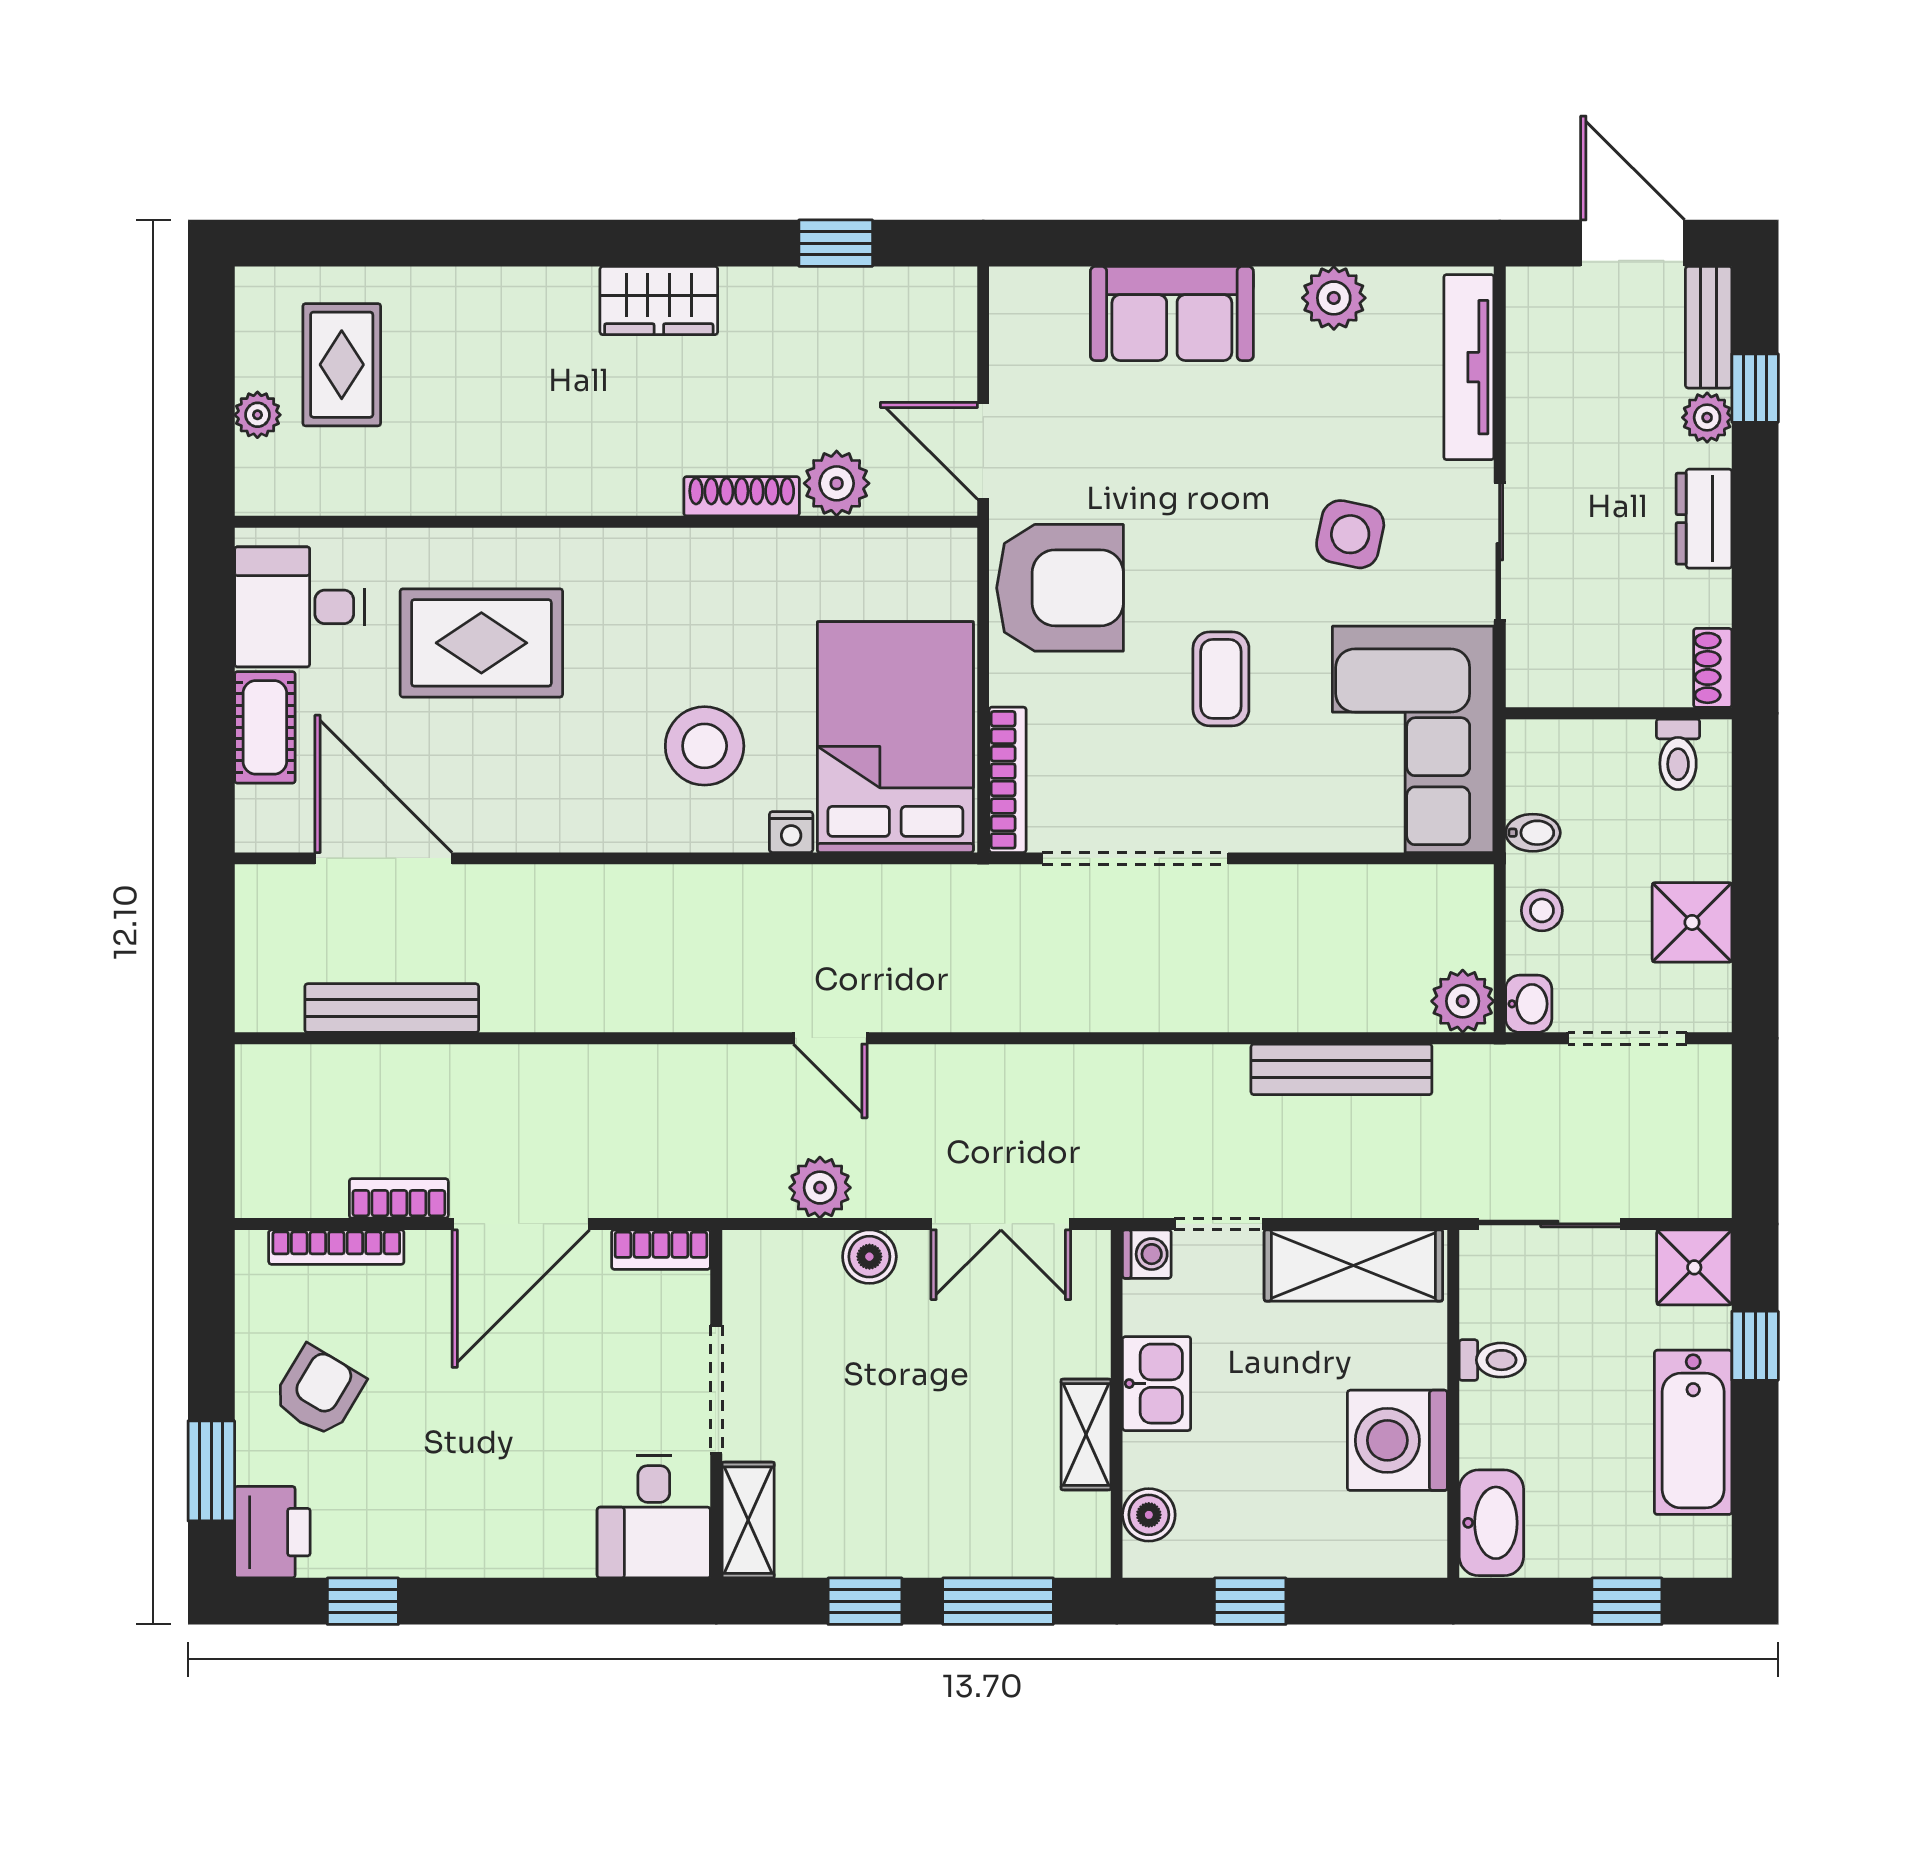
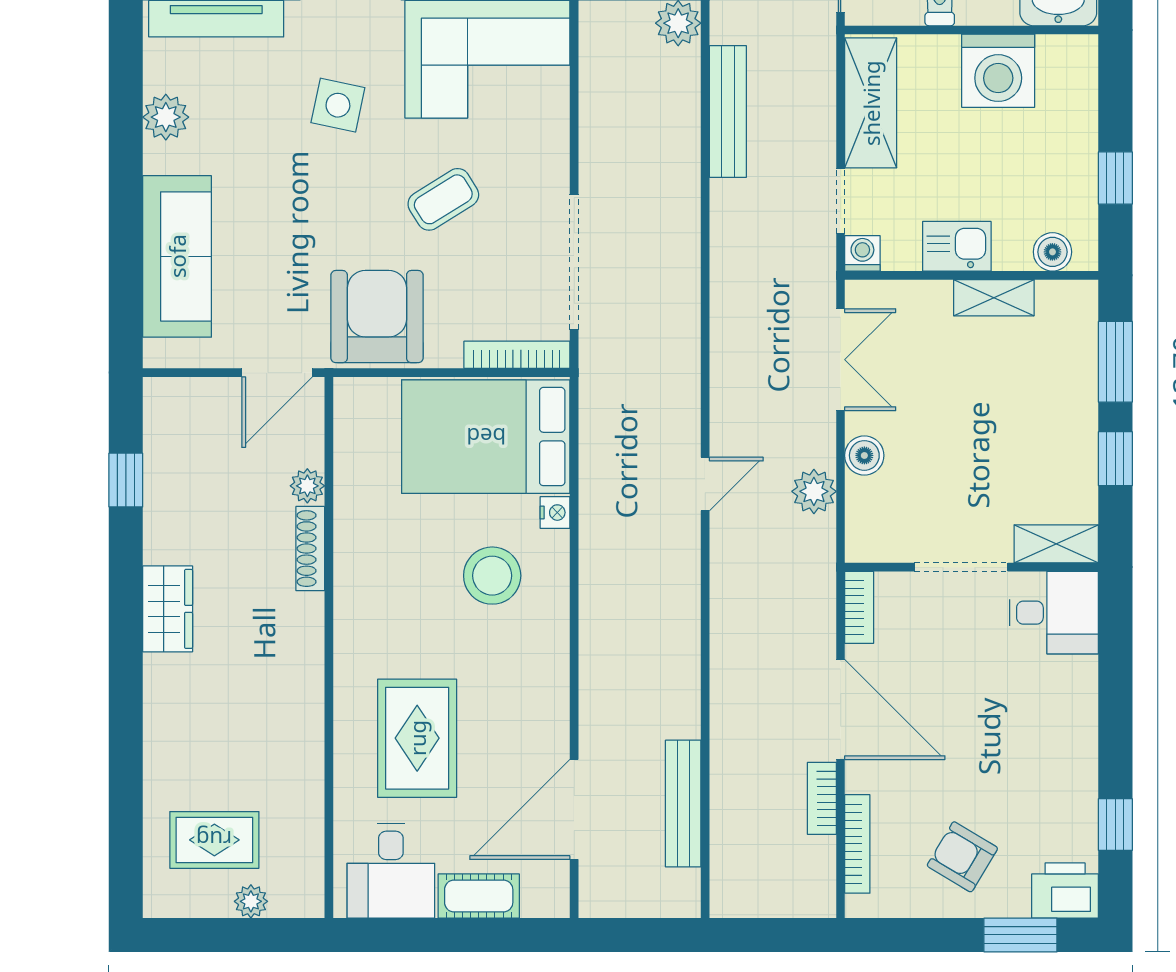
sofa: (1172, 313) -> (177, 256), width x1.36
plant: (837, 483) -> (307, 486), width x0.73, depth x0.73
coffee table: (1221, 679) -> (443, 199), turned -32

